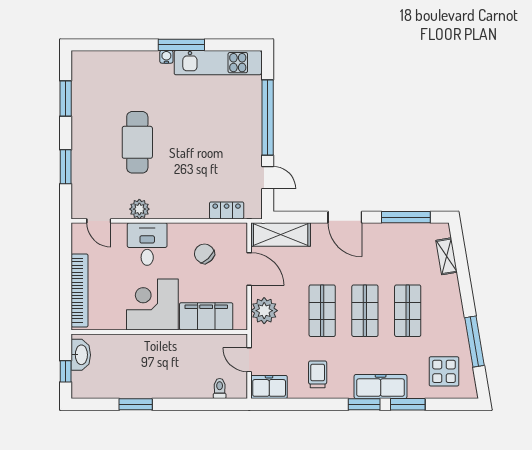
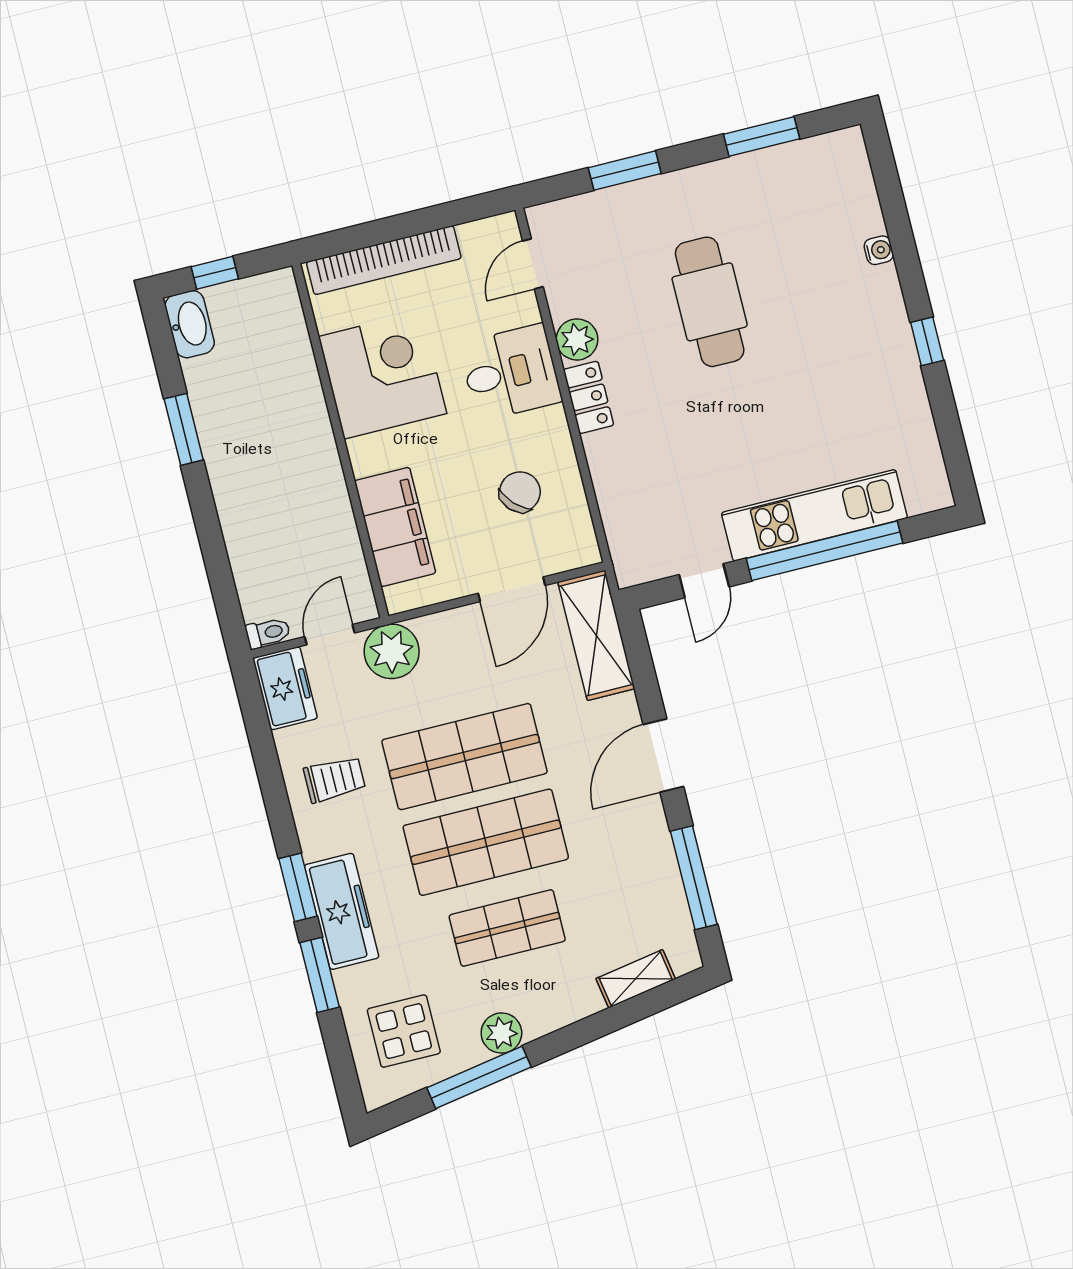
window: (181, 45) -> (927, 341), width x0.46
water cooler: (166, 57) -> (879, 250), moved
kitchen unit: (218, 63) -> (814, 515), moved, turned 90
cafe table: (137, 142) -> (710, 302), turned 90
locker: (227, 210) -> (589, 397), moved
corner desk: (152, 304) -> (383, 375), moved
plant: (264, 311) -> (392, 651), moved
shop shelf: (322, 311) -> (464, 757), width x1.43, depth x1.36
shop shelf: (365, 311) -> (486, 842), width x1.43, depth x1.36
plant: (456, 326) -> (501, 1033), added
washbasin: (81, 355) -> (190, 324), moved, turned -90
toilet: (220, 389) -> (268, 633), moved

